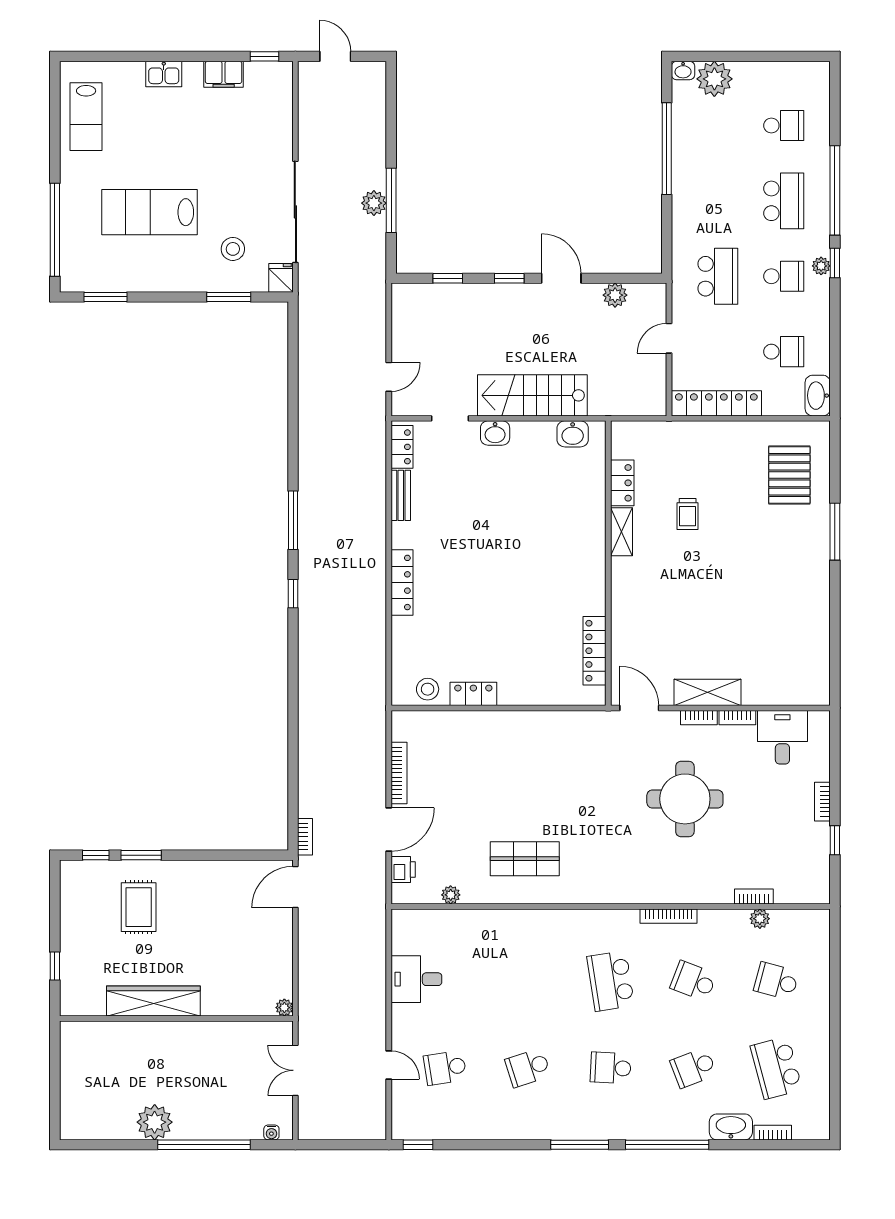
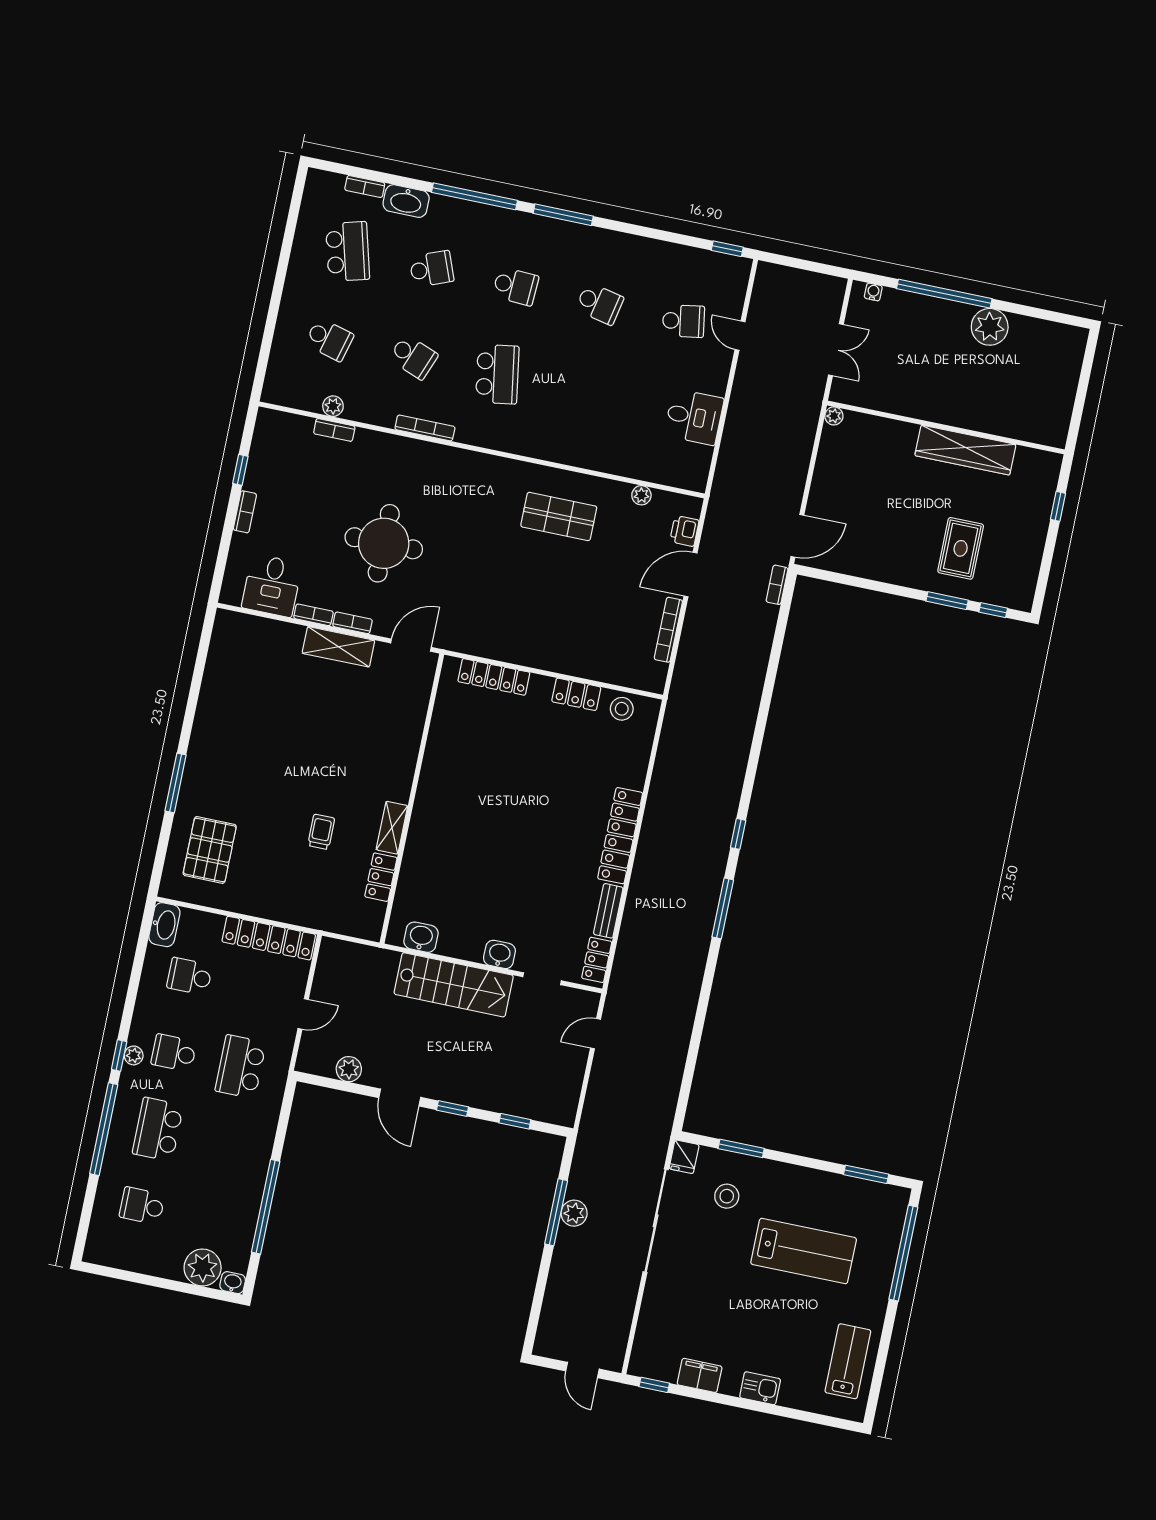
locker: (402, 582) -> (620, 836), width x1.41, depth x1.21
locker: (595, 651) -> (494, 677), moved, turned 90
door: (639, 708) -> (411, 645), swing flipped
school desk: (528, 1068) -> (600, 304), turned 30

